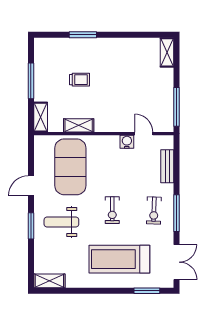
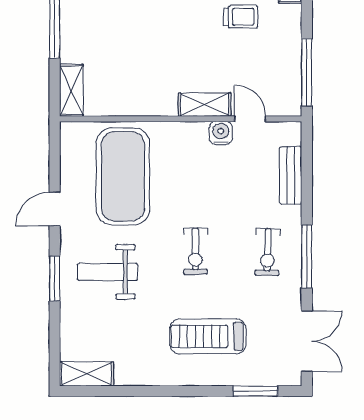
trolley: (80, 80) -> (241, 17), moved
shelving: (79, 125) -> (205, 105), moved
treadmill: (119, 259) -> (208, 336), width x0.73, depth x0.73

